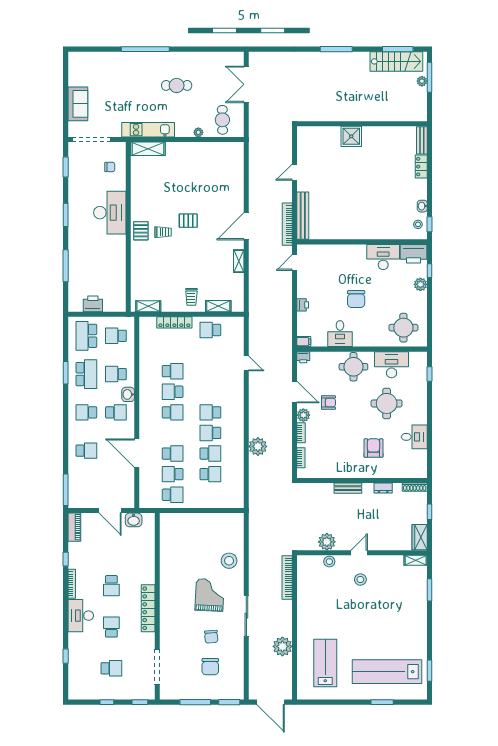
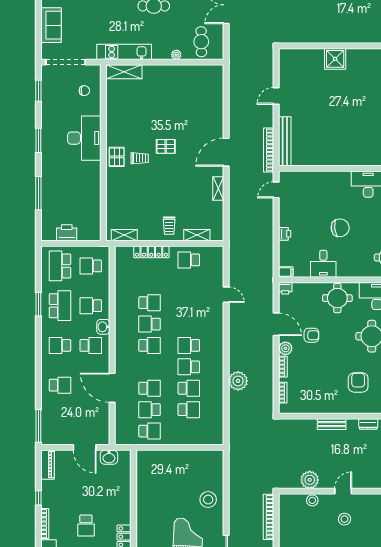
chair: (356, 299) -> (340, 228), turned -97

